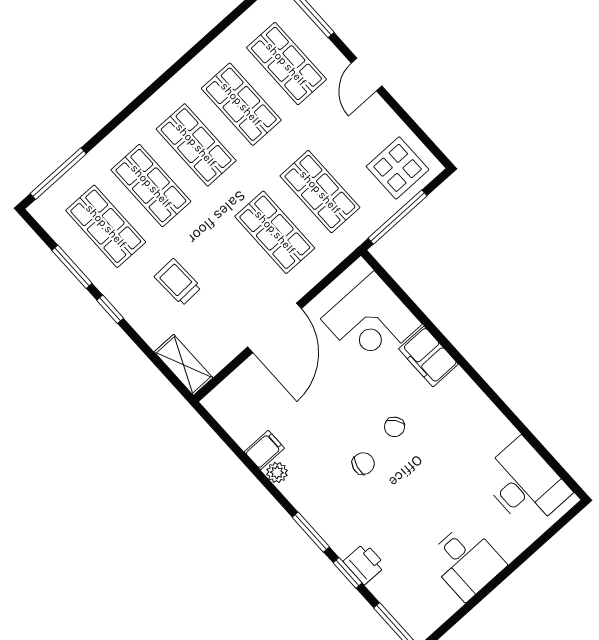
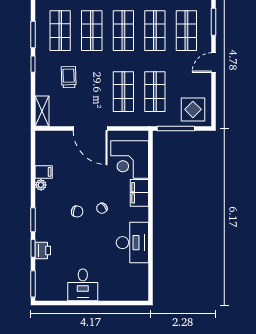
door: (275, 328) -> (90, 128), hinge flipped
desk: (525, 484) -> (132, 243), moved

